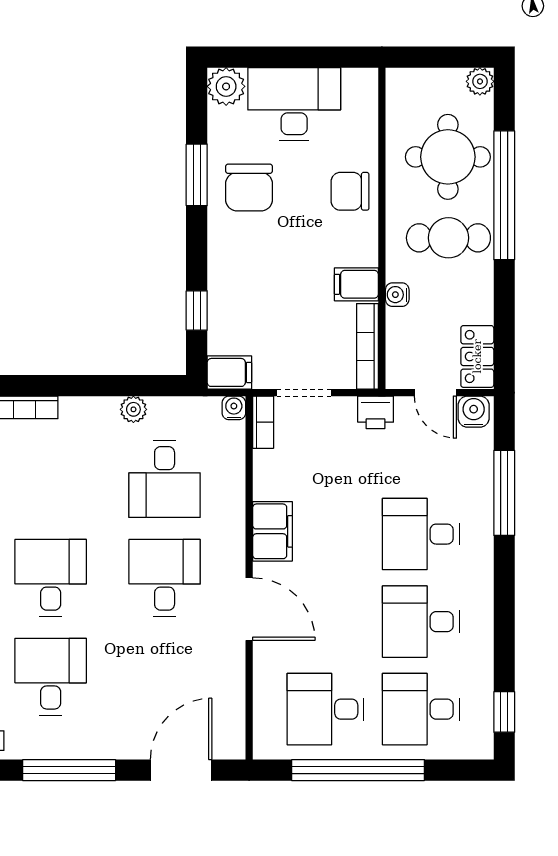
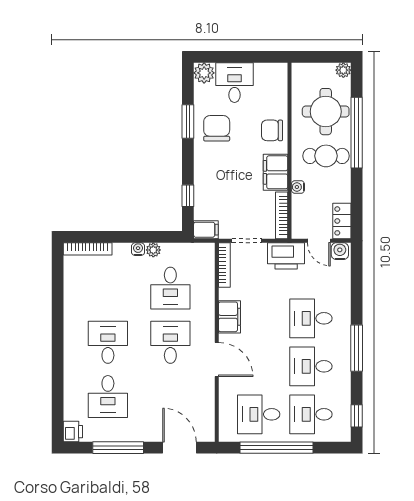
desk: (294, 104) -> (234, 83), width x0.73
chair: (249, 187) -> (217, 128), turned 180
filing cabinet: (356, 284) -> (276, 172), width x2.00
water cooler: (234, 408) -> (138, 249), moved
printer: (376, 412) -> (286, 256), width x1.87, depth x1.48
bookcase: (263, 422) -> (224, 265), width x1.56
window: (504, 493) -> (357, 348), moved
desk: (51, 677) -> (108, 397), turned 180
door: (181, 770) -> (179, 448), hinge flipped

